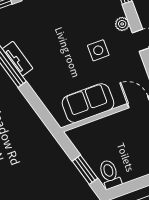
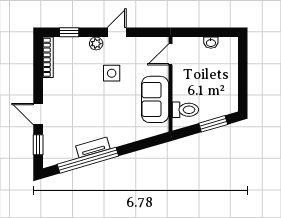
toilet: (110, 174) -> (185, 110), moved, turned 180

